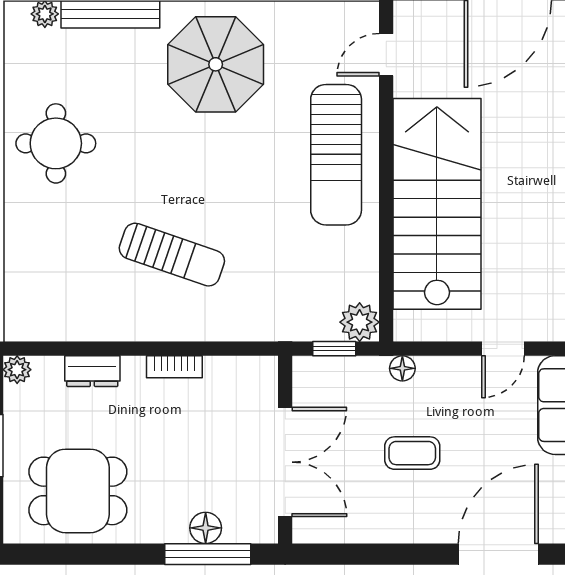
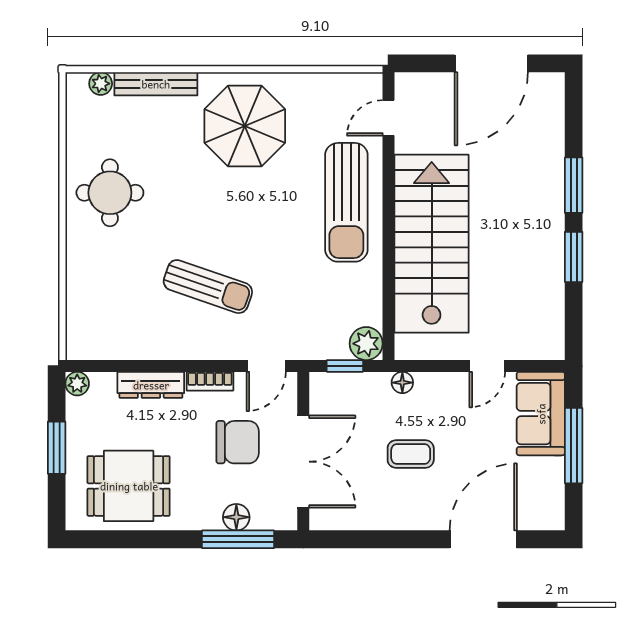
door: (241, 349) -> (266, 366), added
dresser: (92, 371) -> (151, 385), width x1.44
chair: (207, 439) -> (238, 442), added

